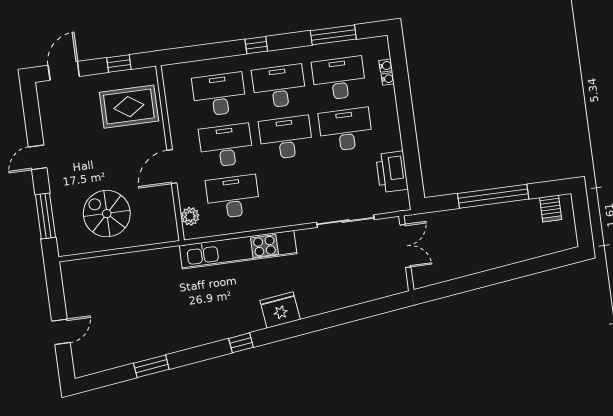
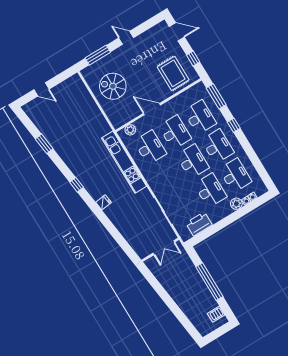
window: (333, 35) -> (216, 96), moved
plant: (386, 97) -> (236, 204), added
spiral stairs: (107, 214) -> (113, 86), turned -90
fridge: (280, 310) -> (104, 202), width x0.53, depth x0.75

